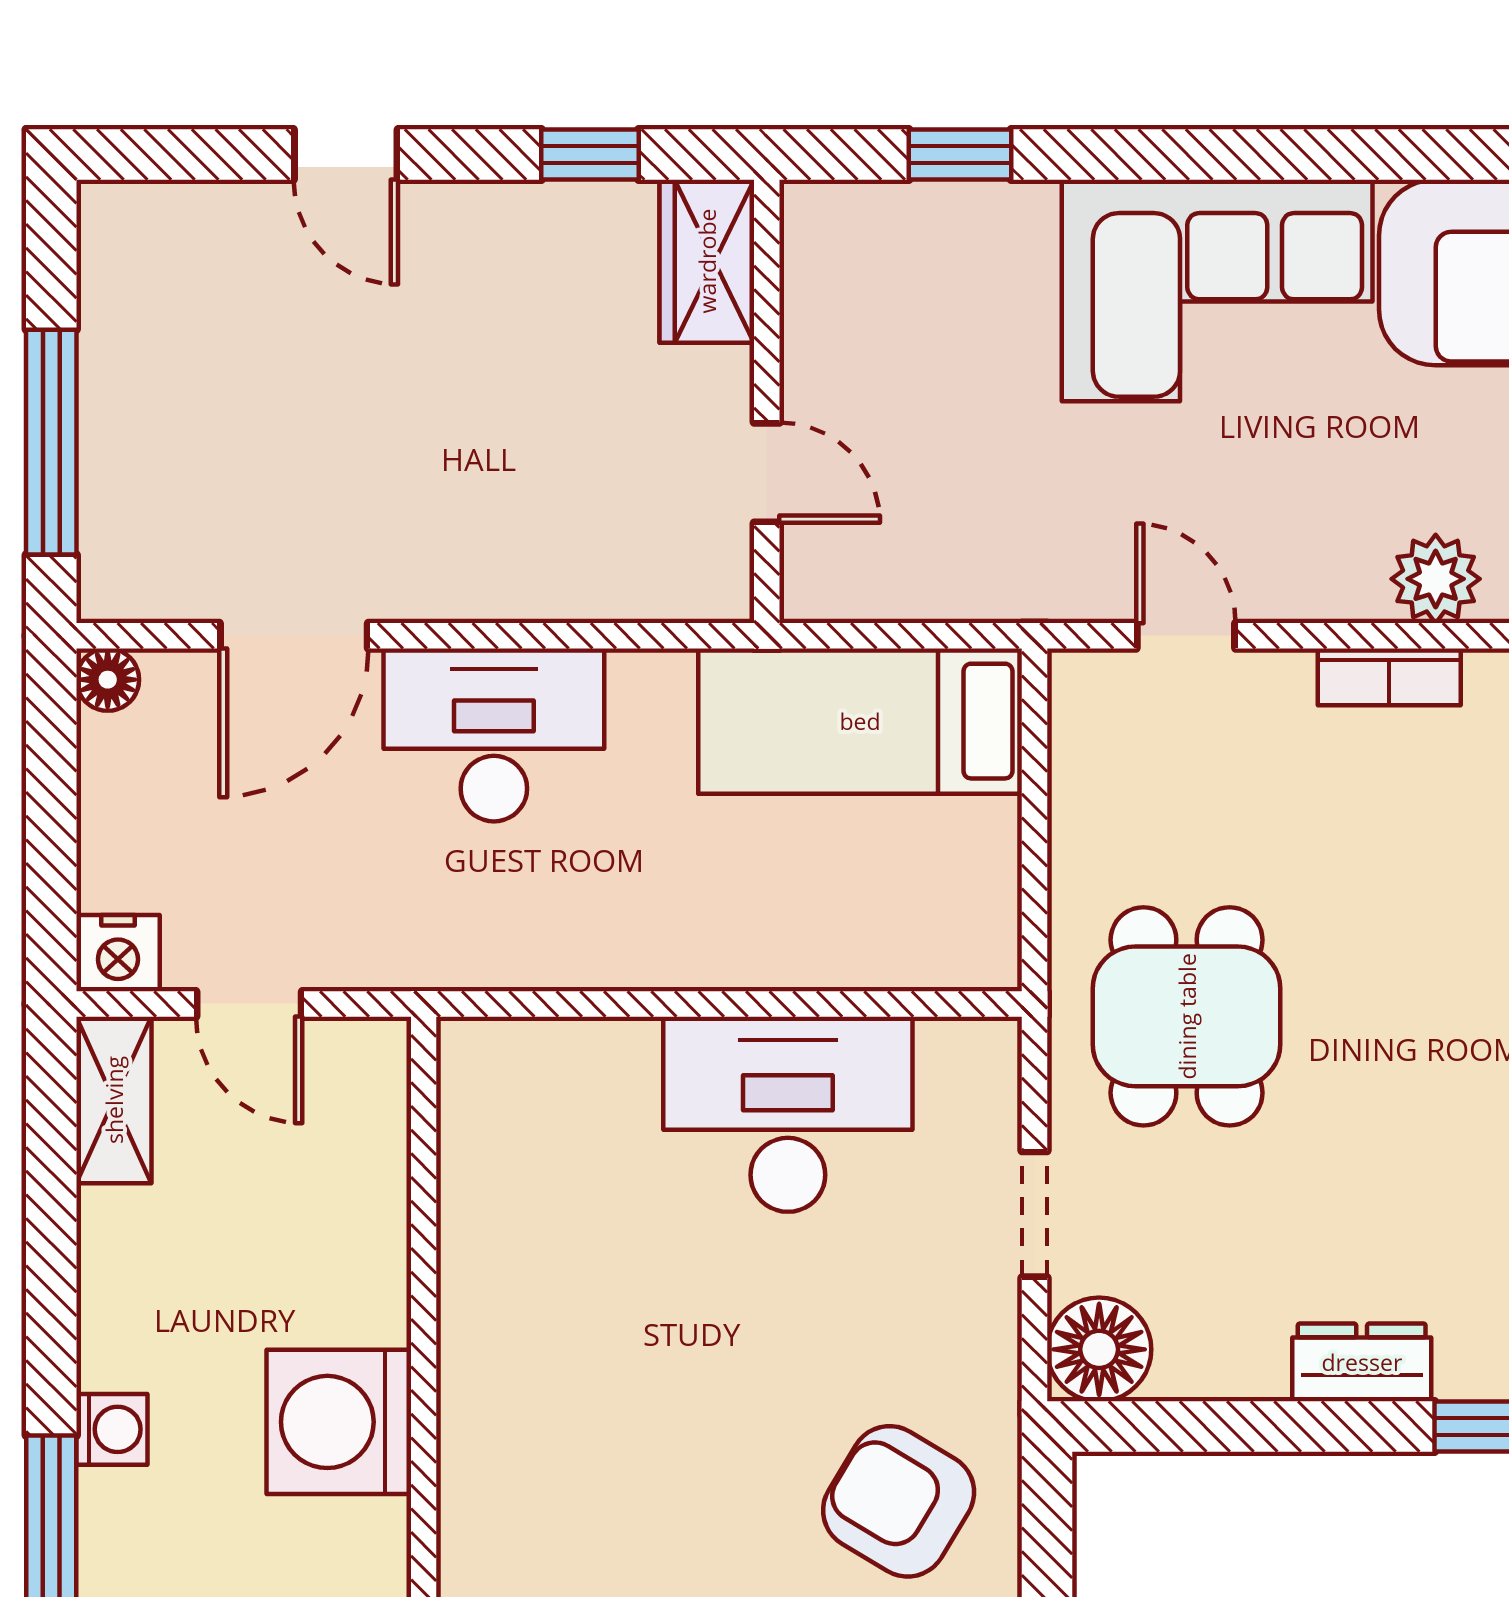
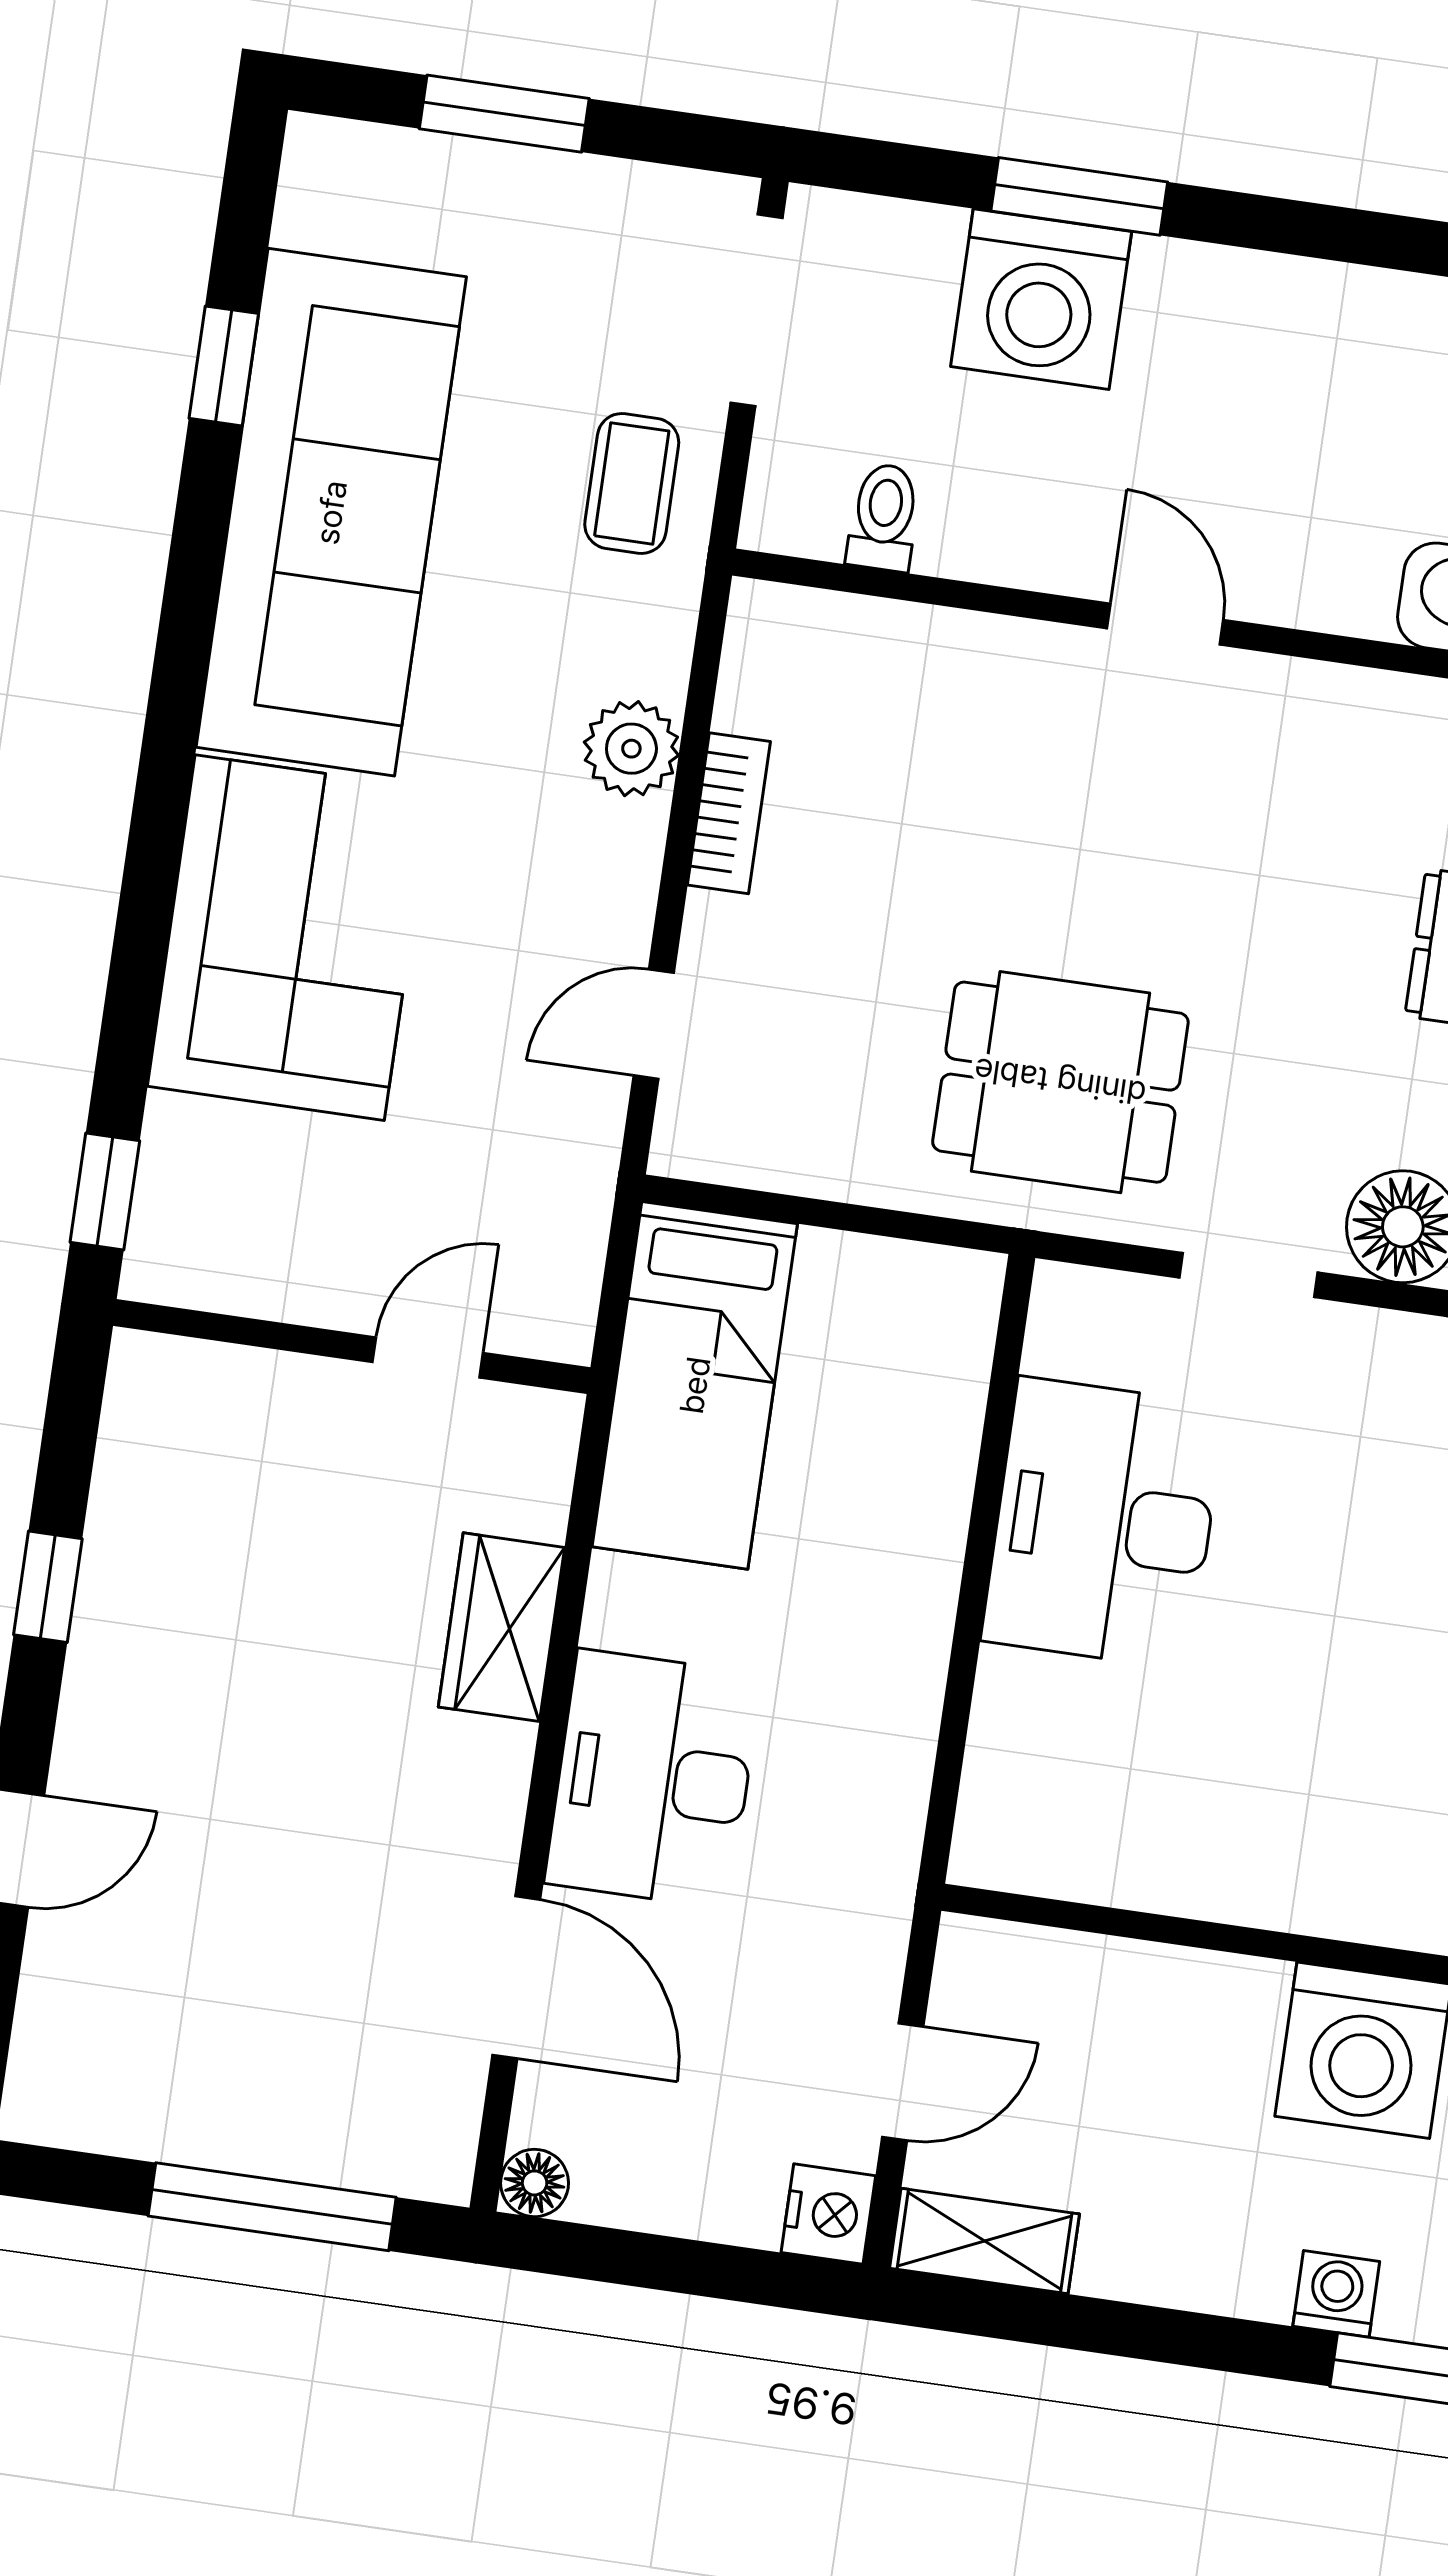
wardrobe: (707, 261) -> (501, 1627), moved, turned 90
wall: (767, 401) -> (352, 1347), moved
door: (767, 473) -> (428, 1358), moved

